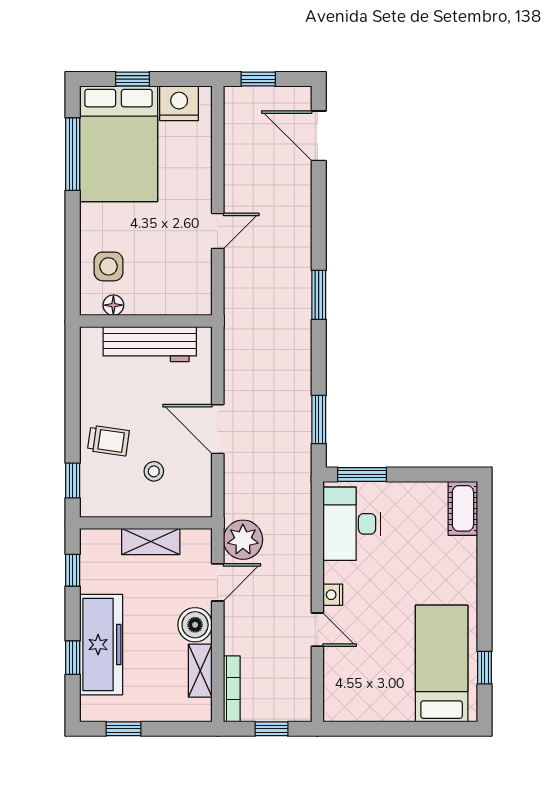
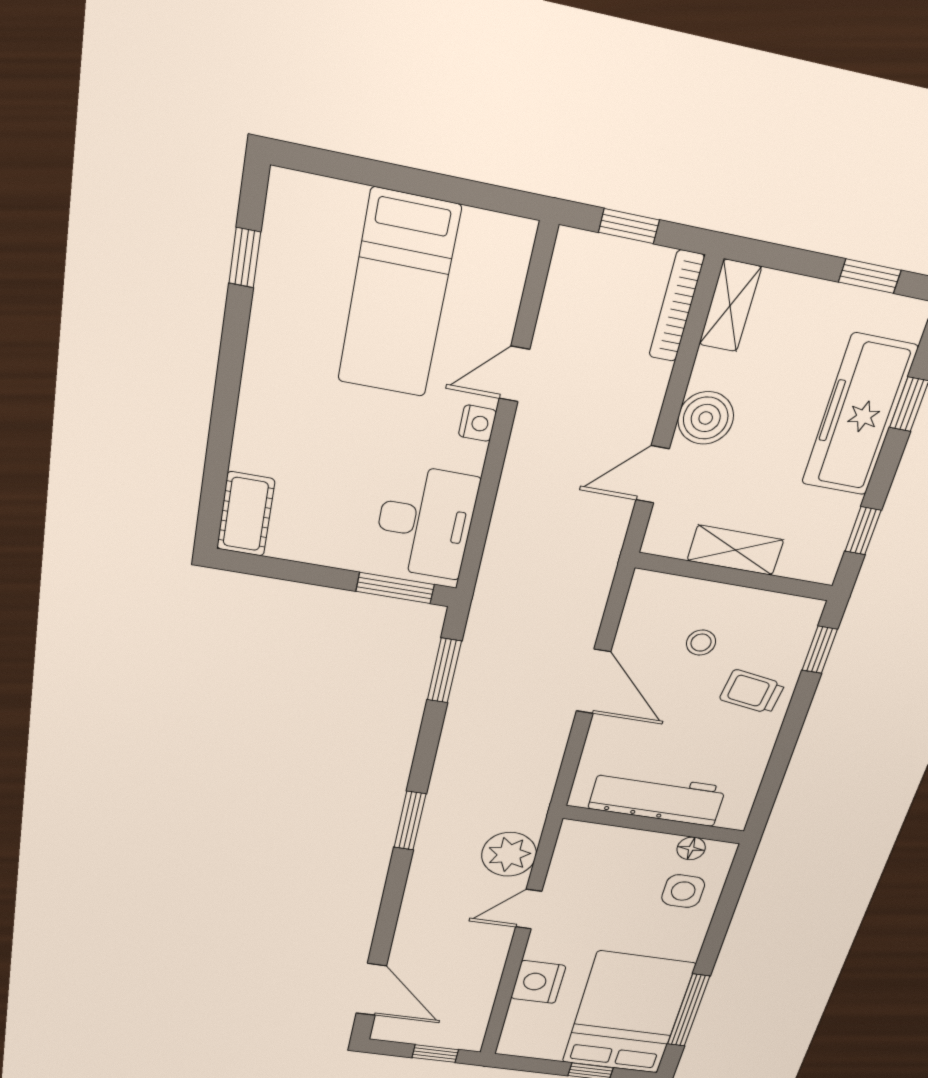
nightstand: (179, 103) -> (538, 982), moved, turned 90
plant: (243, 540) -> (509, 854), moved
door: (317, 630) -> (514, 374), hinge flipped
bed: (442, 664) -> (398, 295), moved
shelving: (200, 671) -> (730, 306), moved

